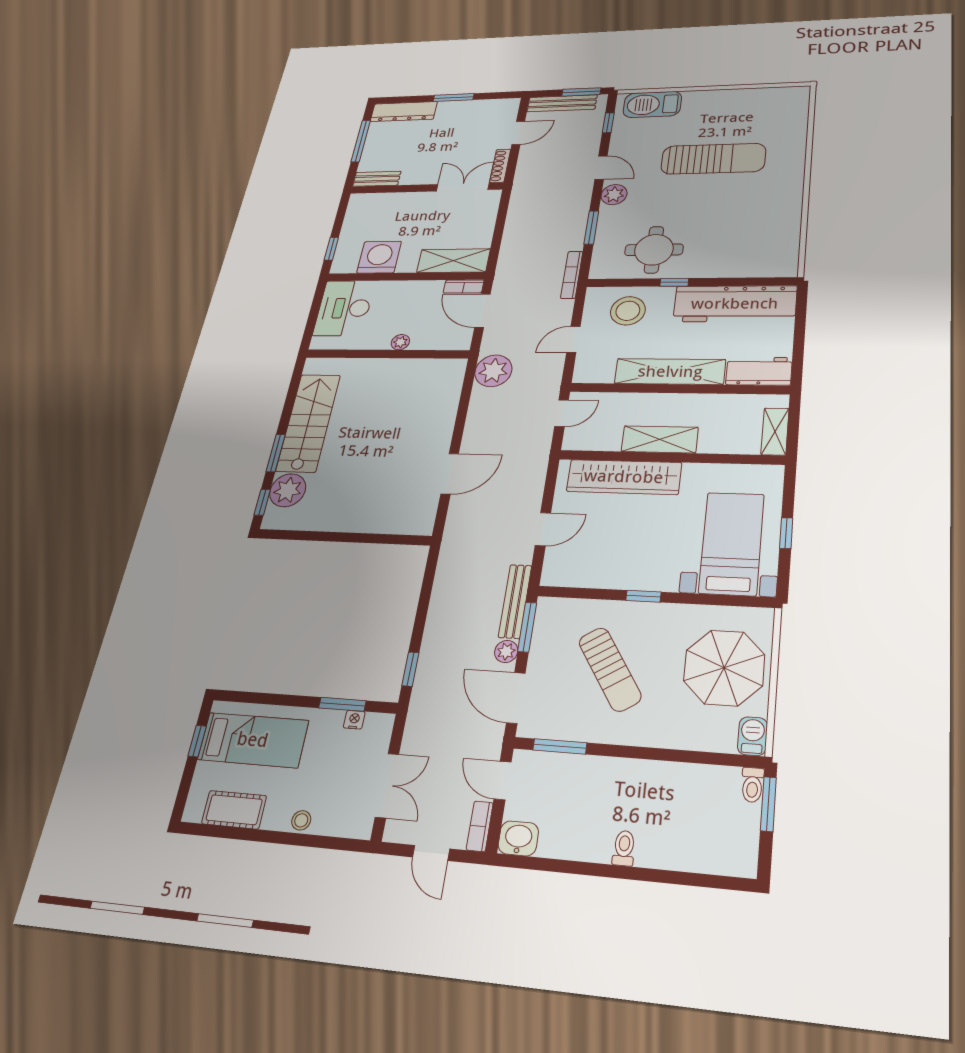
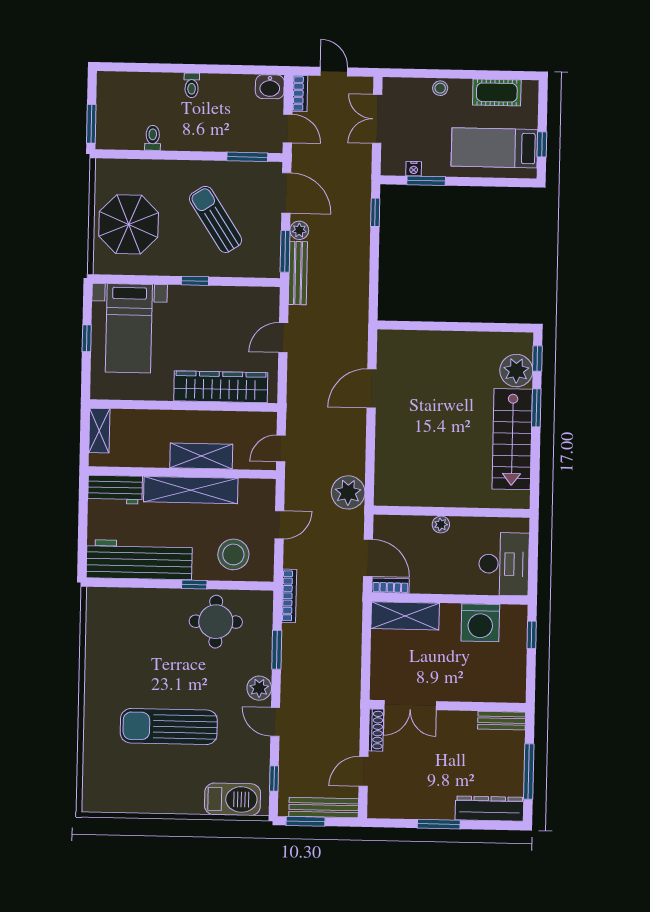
shelving: (660, 439) -> (201, 456), moved
barbecue: (752, 736) -> (105, 173), removed
toilet: (752, 785) -> (153, 138), moved

